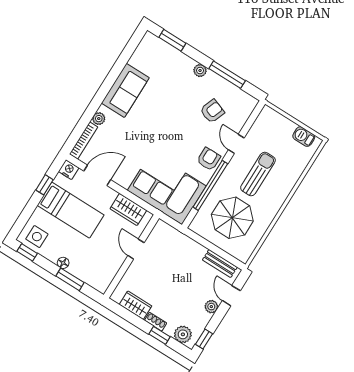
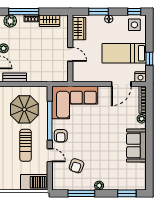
barbecue: (304, 137) -> (34, 182), moved, width x1.88, depth x1.53
wardrobe: (128, 209) -> (79, 29), moved, turned 90
window: (159, 335) -> (24, 12), width x2.17

